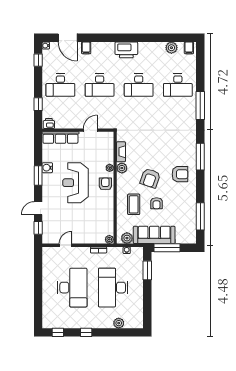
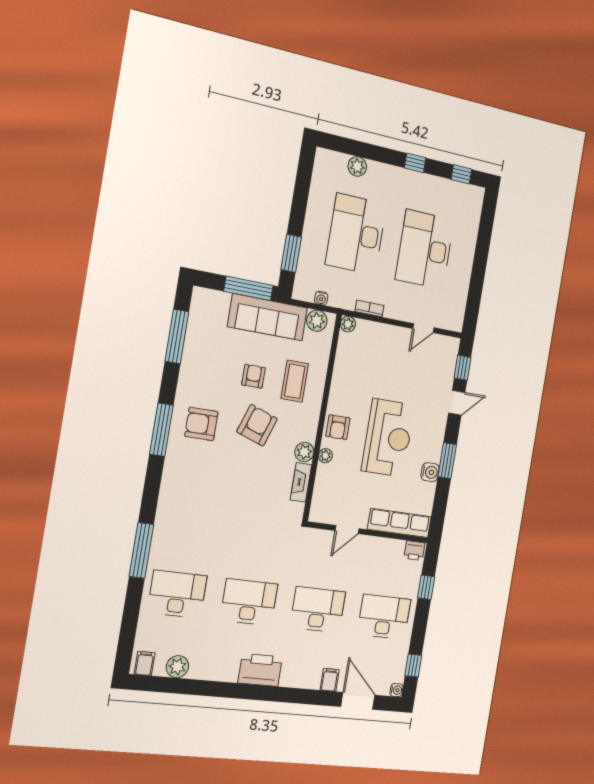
window: (200, 157) -> (161, 430), moved
desk: (113, 288) -> (356, 234), turned 180

